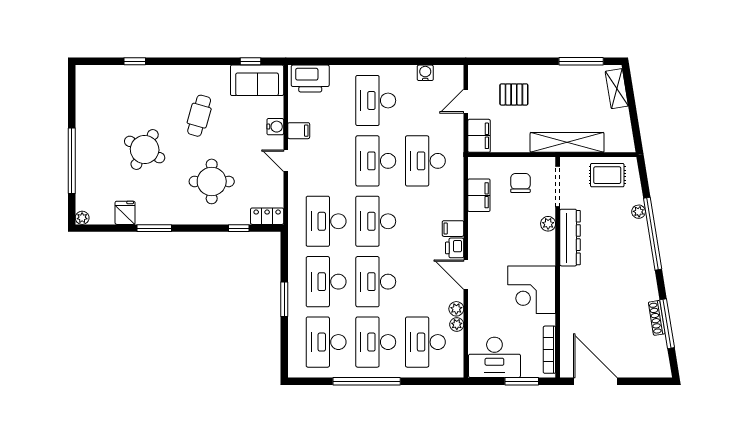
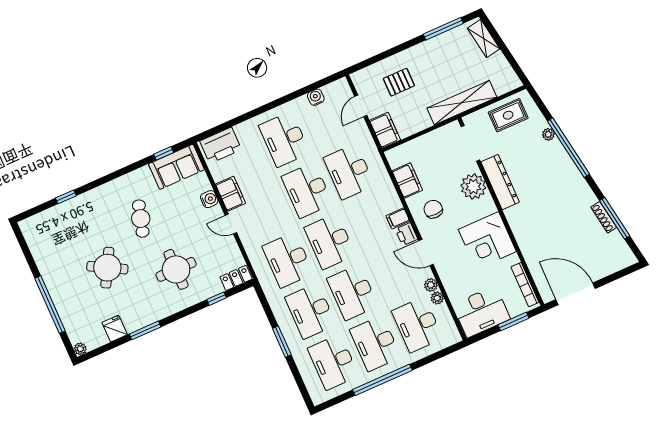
filing cabinet: (299, 131) -> (231, 194), width x2.00
chair: (520, 183) -> (433, 209), moved
plant: (548, 224) -> (473, 187), width x1.88, depth x1.88

